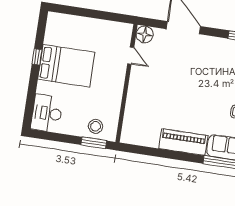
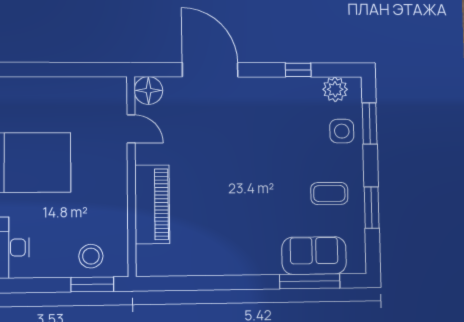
piano: (183, 142) -> (152, 204), moved, turned 90

